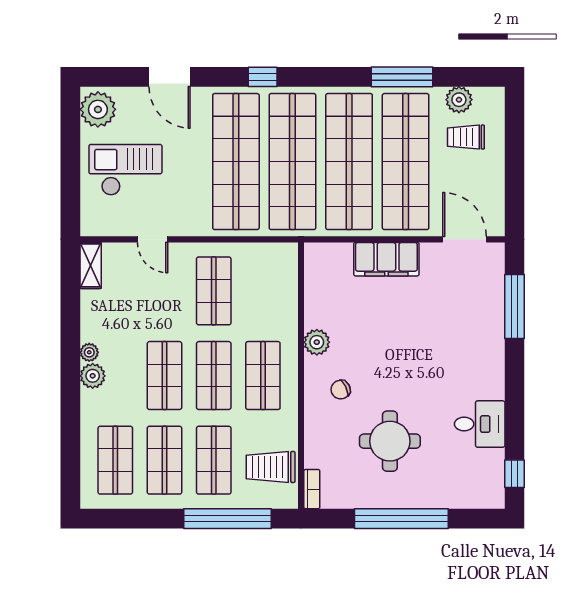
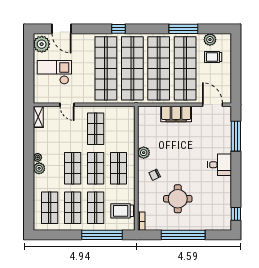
door: (169, 77) -> (61, 29), moved
desk: (480, 424) -> (220, 165), moved

